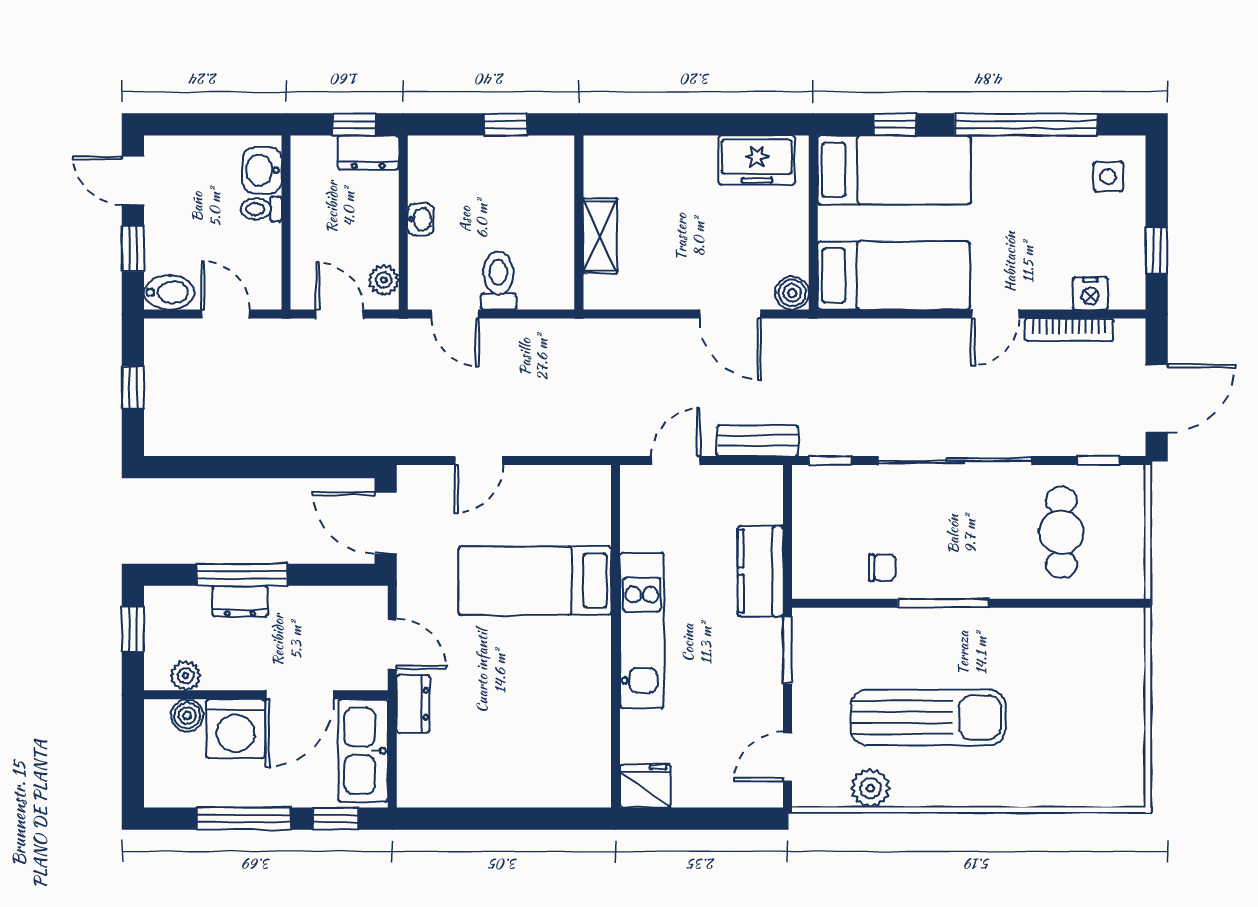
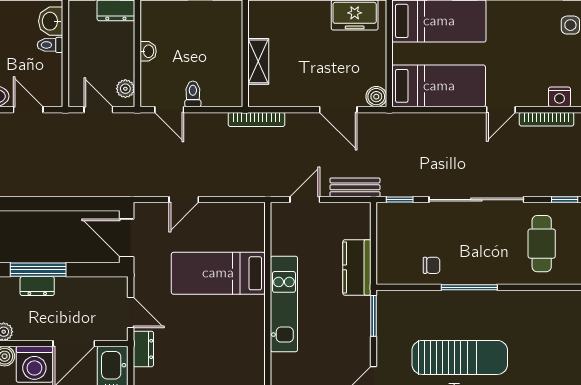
toilet: (498, 281) -> (193, 94), width x0.73, depth x0.72
bookcase: (597, 330) -> (256, 119), added

